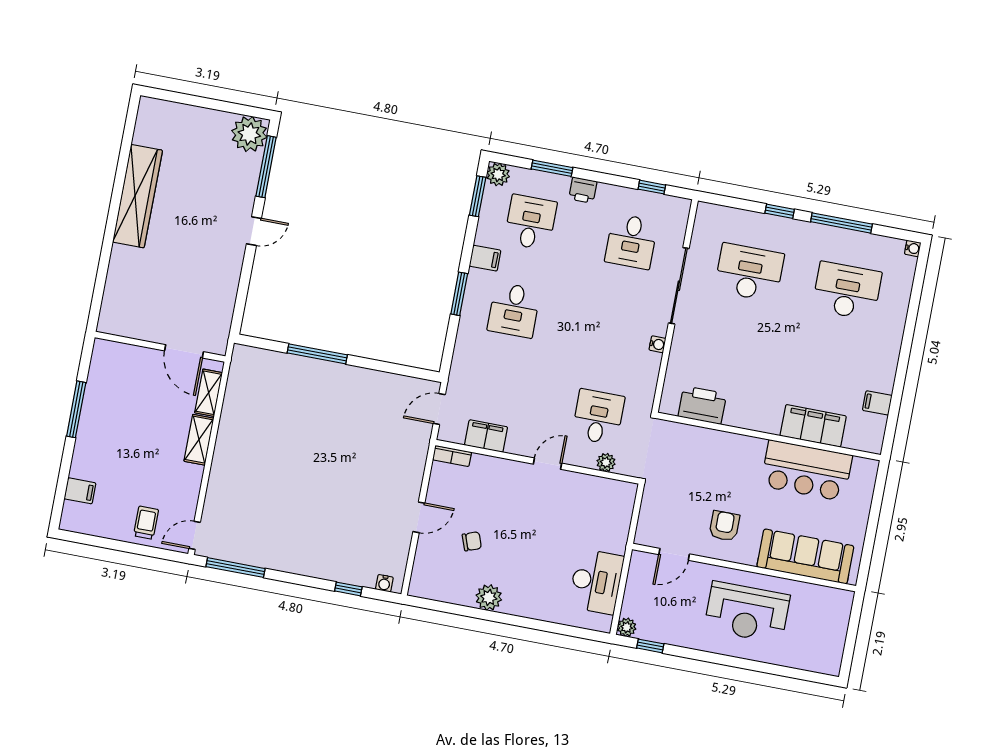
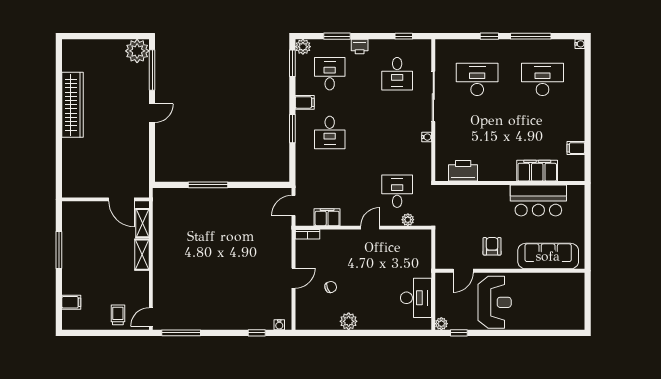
reception desk: (747, 612) -> (495, 302), moved, turned -90

